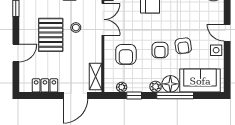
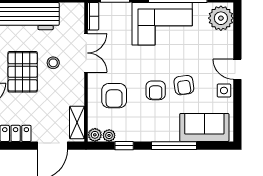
floor lamp: (170, 84) -> (168, 131), removed
plant: (156, 87) -> (95, 135), moved

